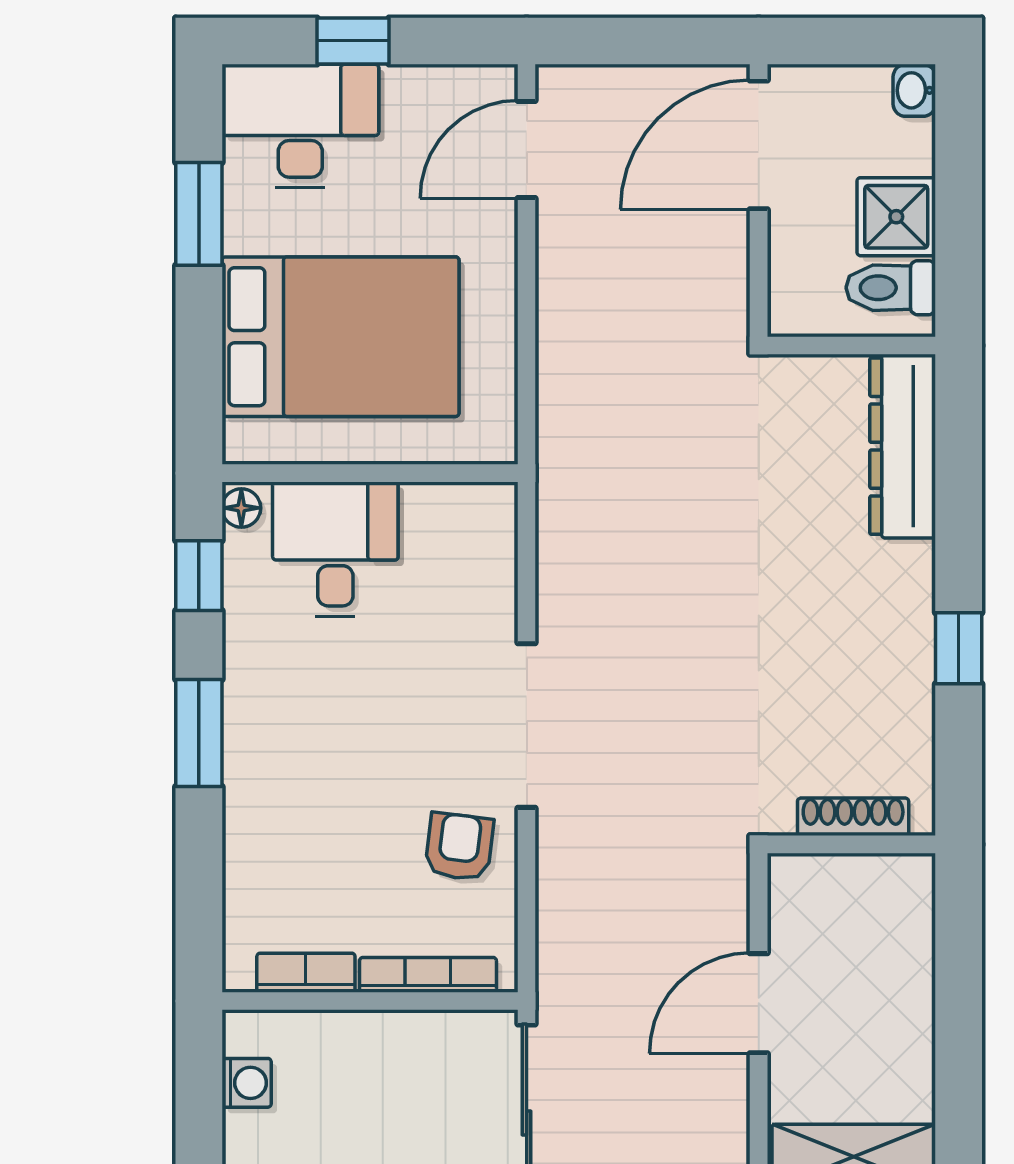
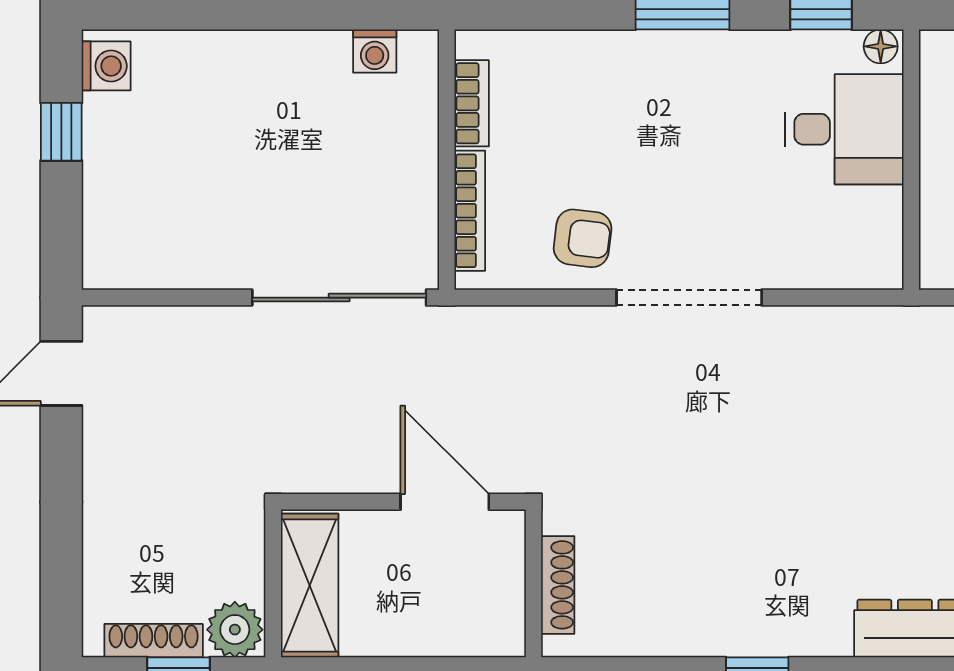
shoe rack: (853, 817) -> (558, 585), moved
wall: (851, 844) -> (534, 583), moved

